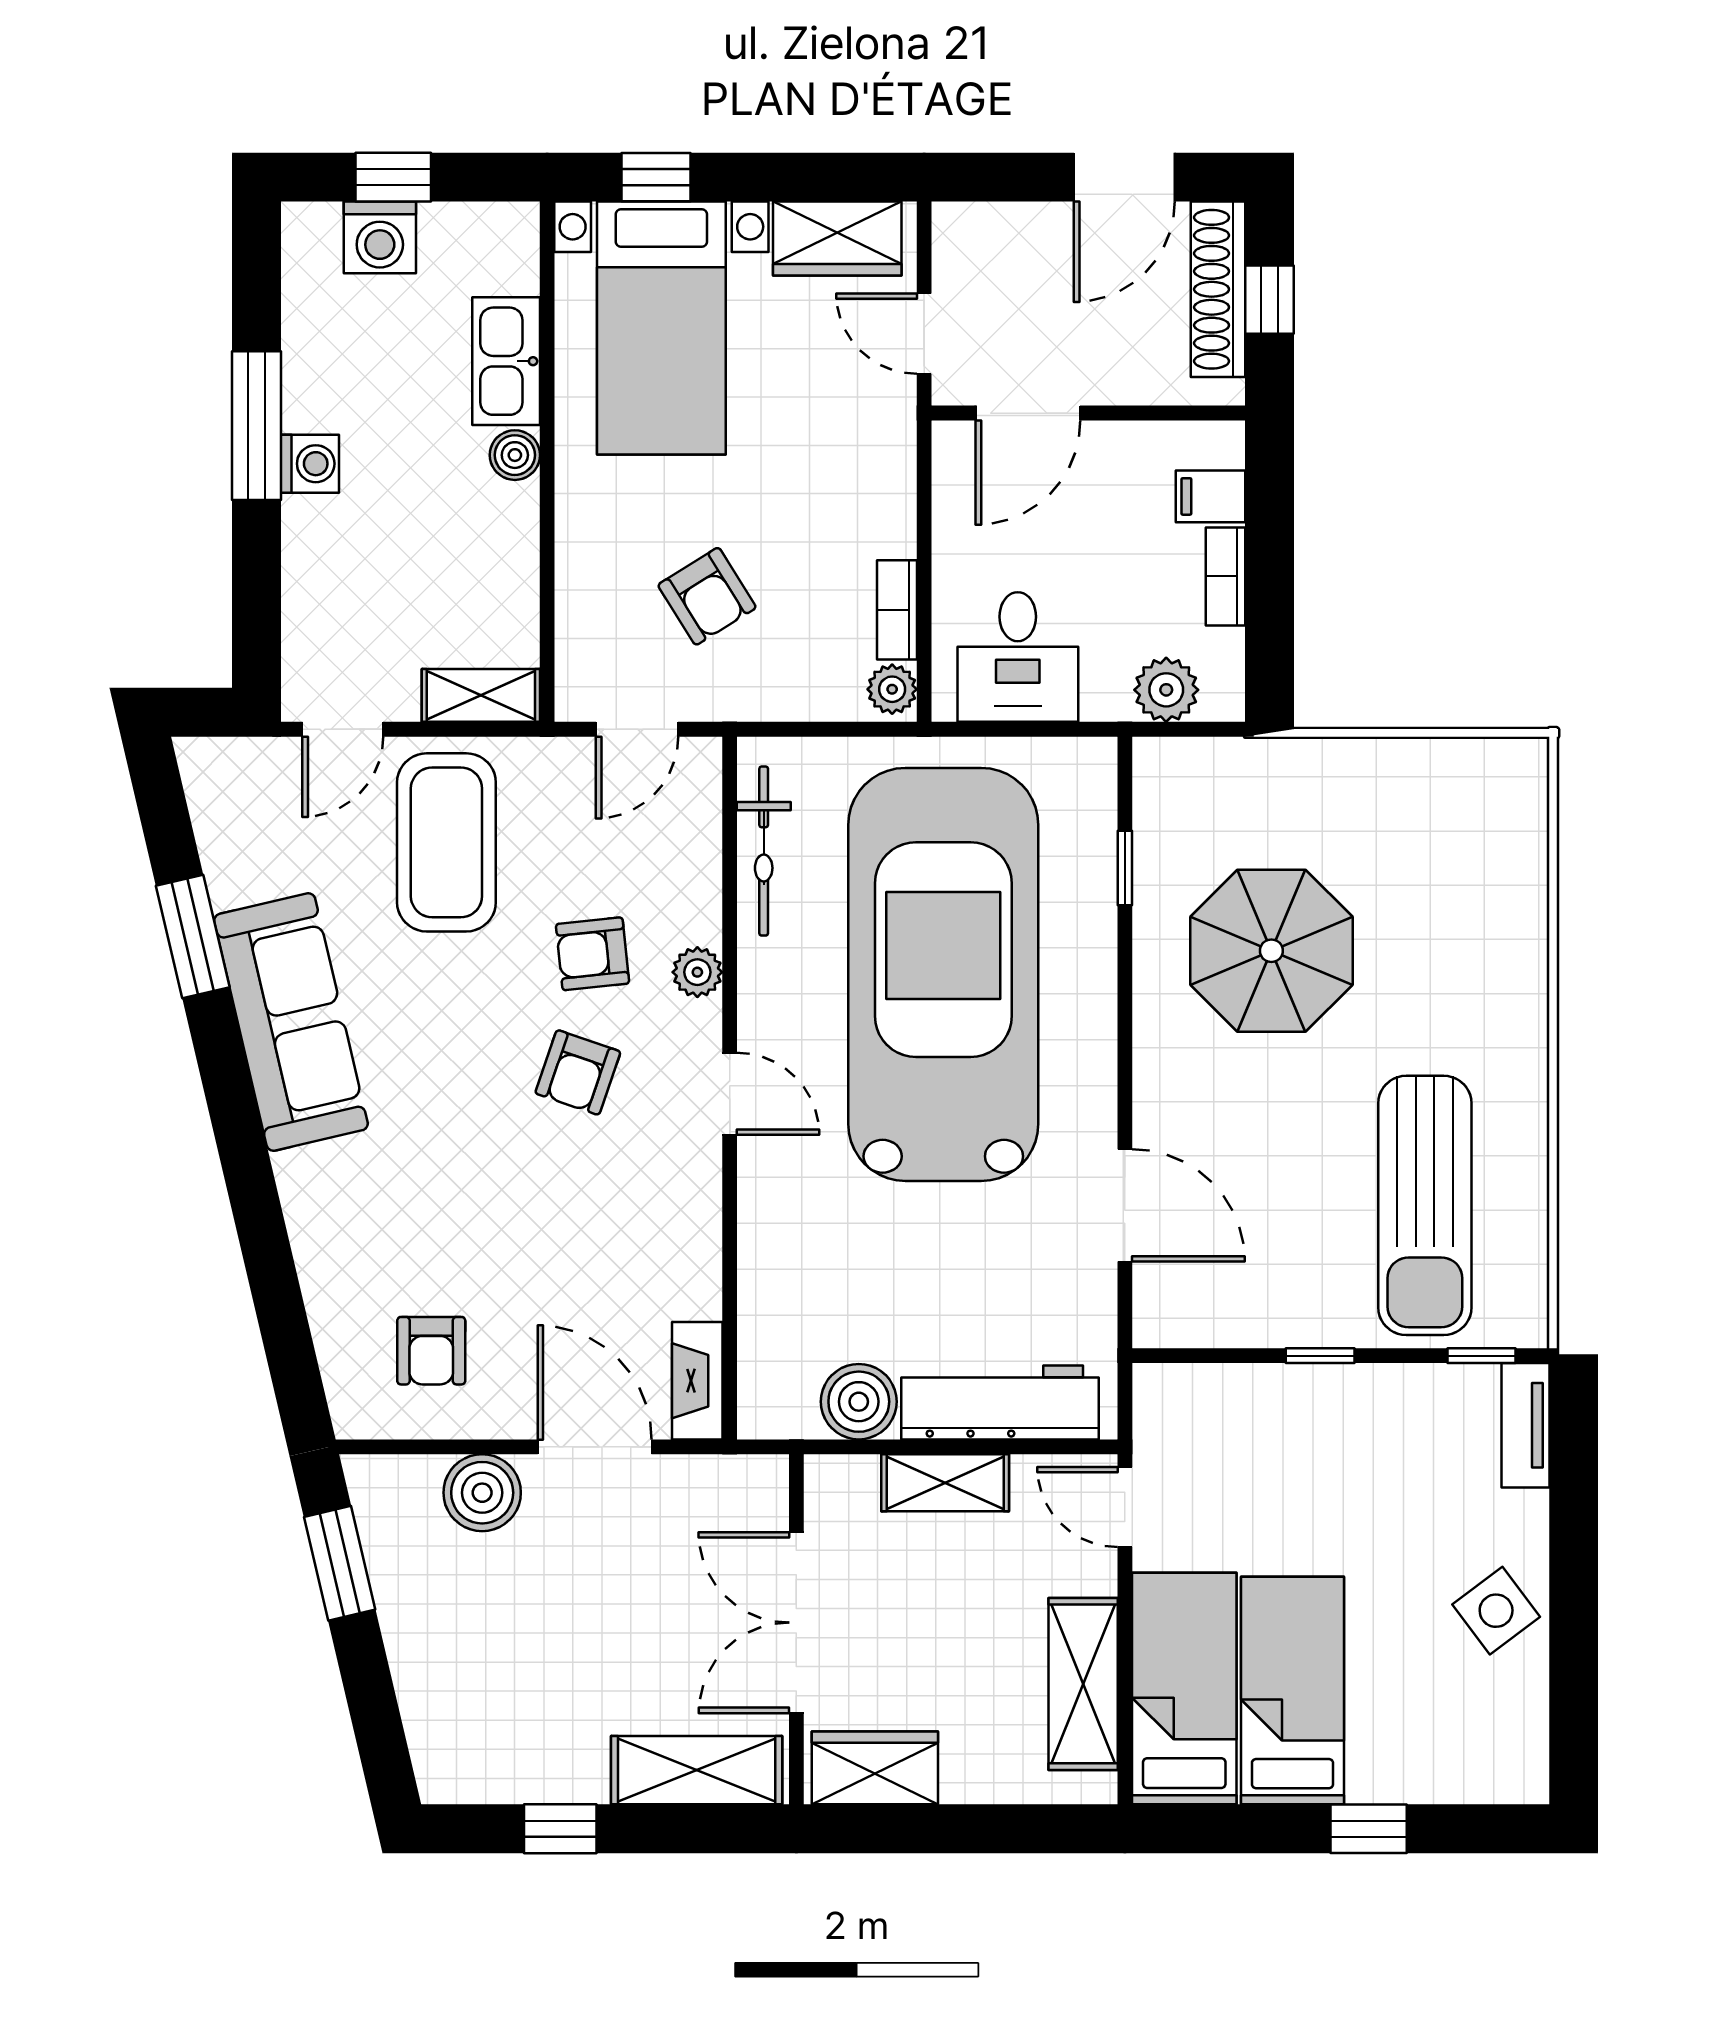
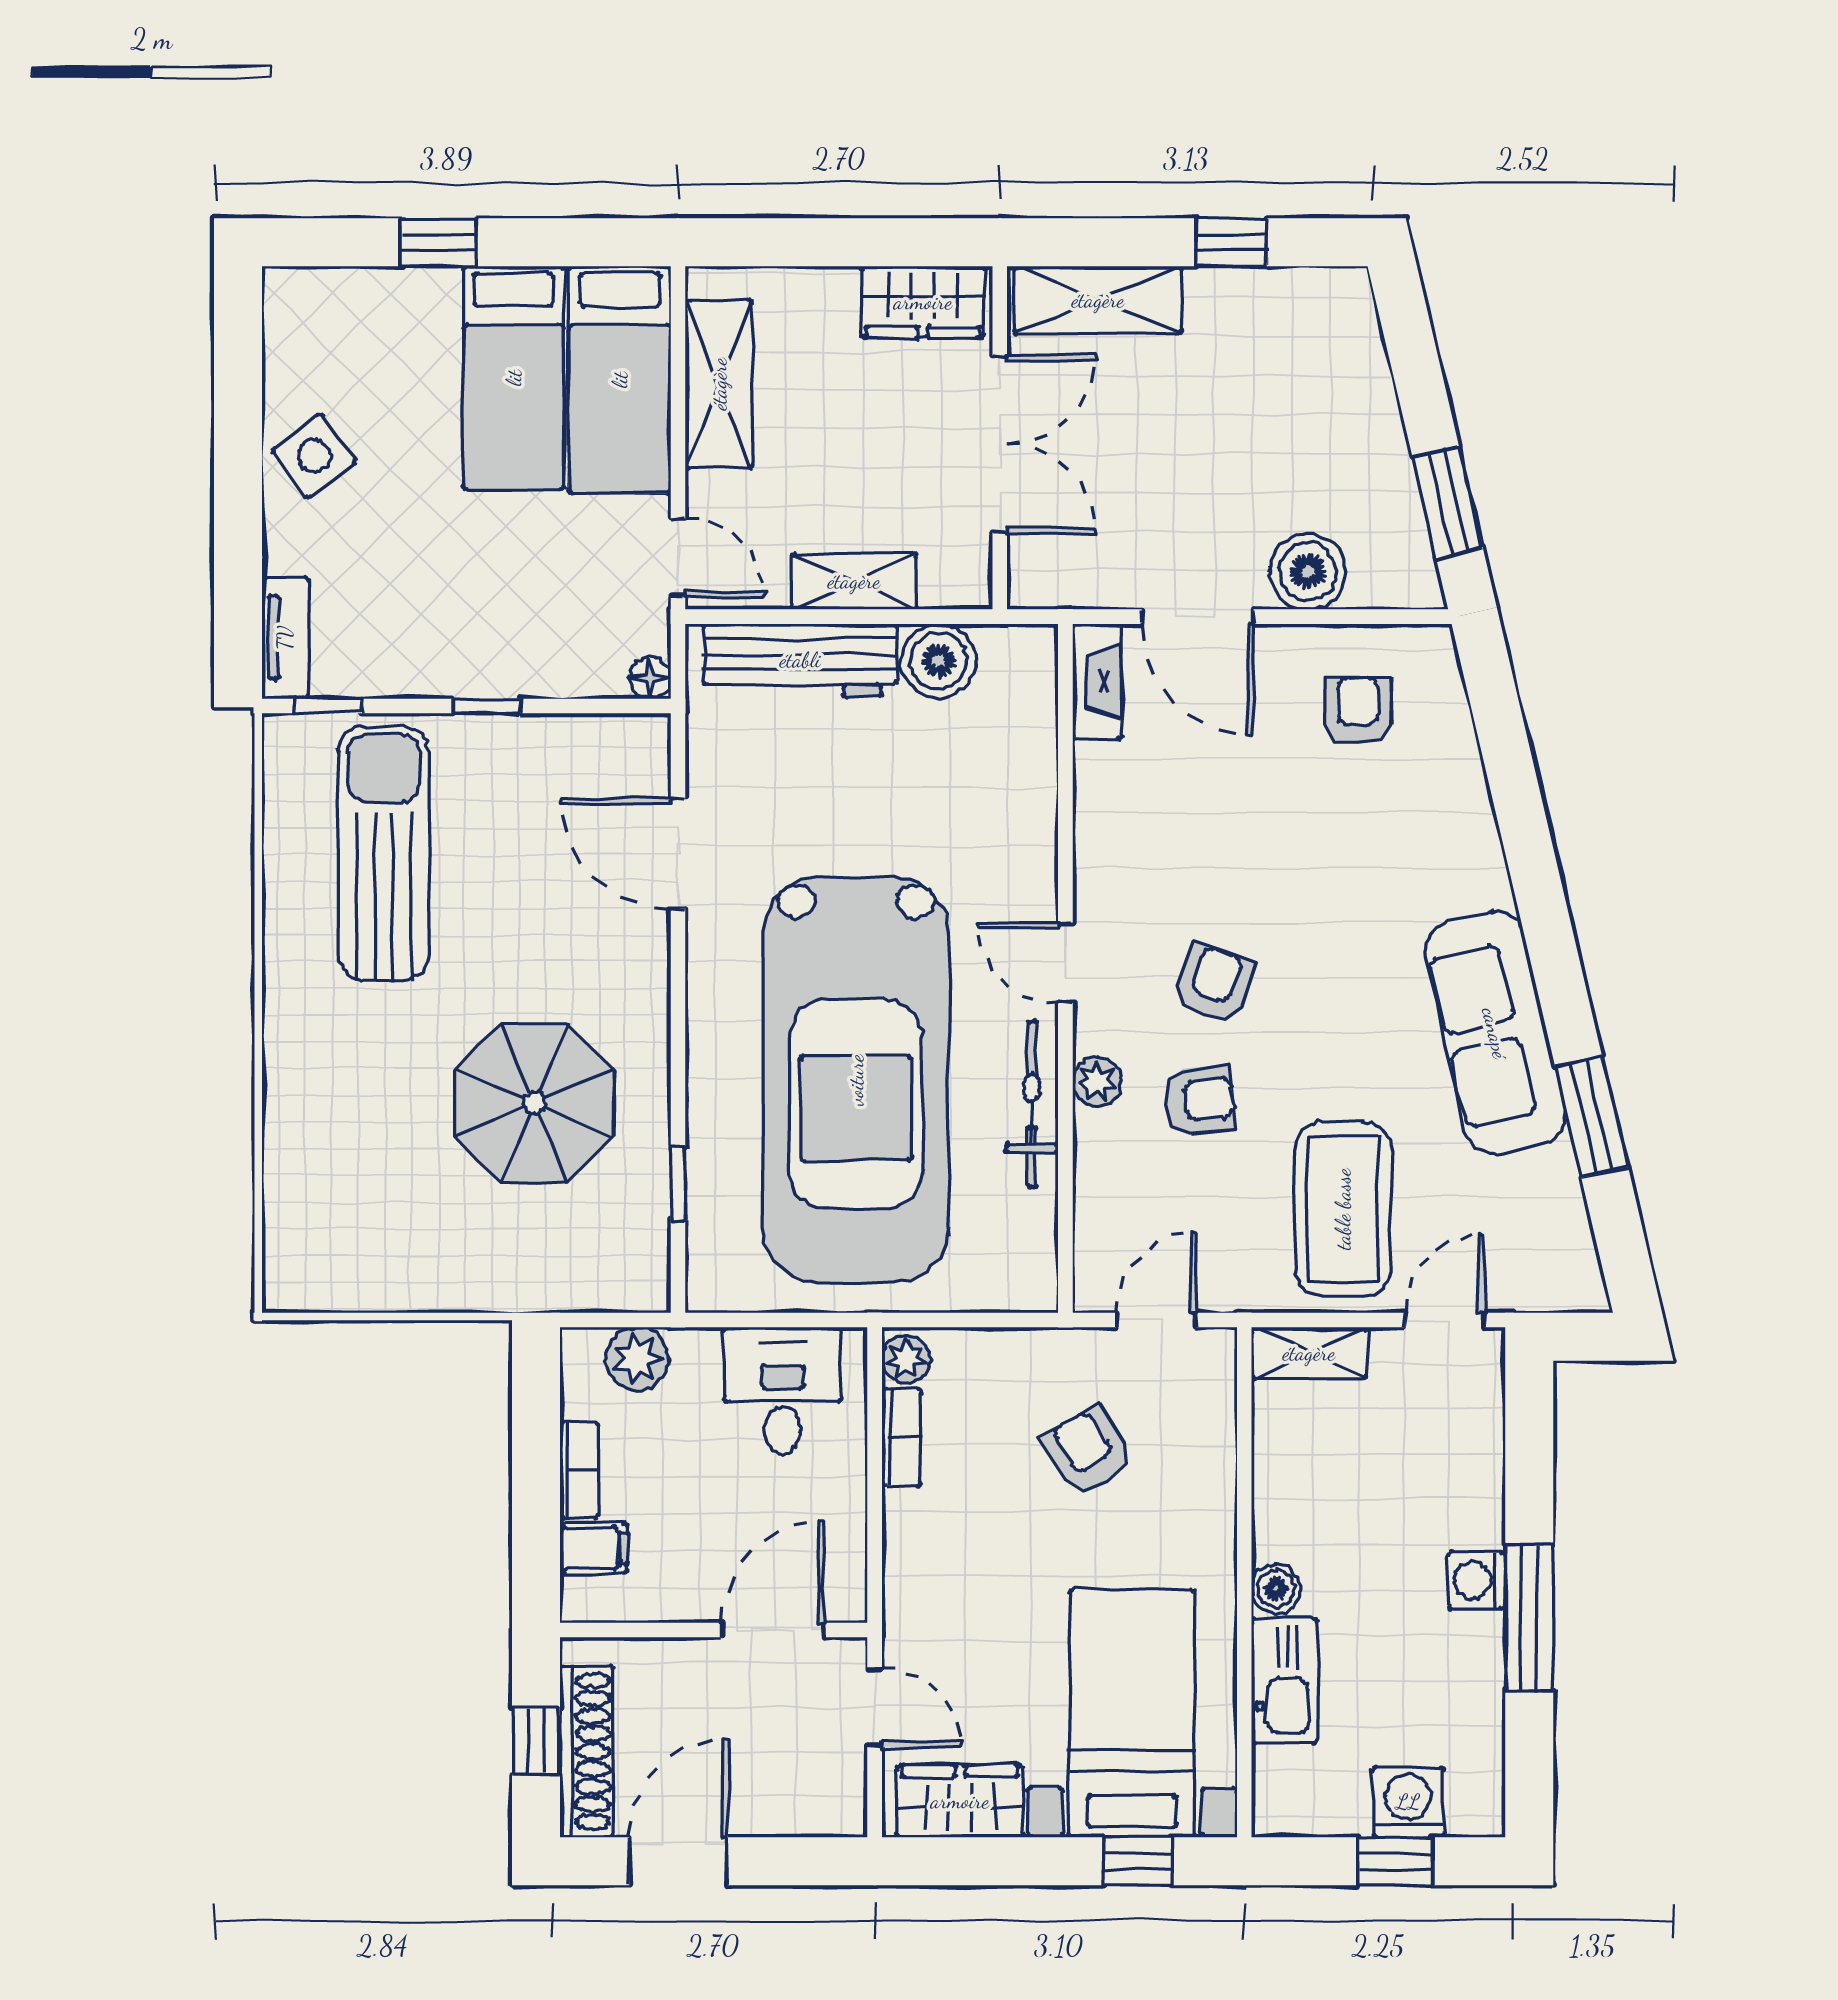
bicycle: (764, 851) -> (1032, 1104), moved
floor lamp: (1153, 1384) -> (650, 678), added

